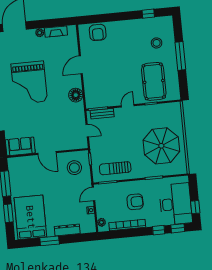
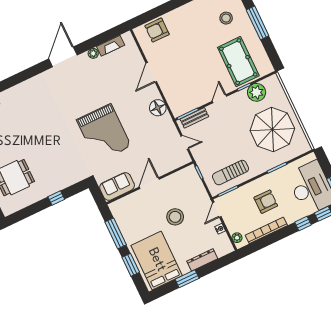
armchair: (98, 32) -> (157, 30), turned 90
grand piano: (29, 83) -> (104, 133), moved
plant: (159, 111) -> (257, 92), added
door: (47, 153) -> (149, 183), swing flipped
stool: (74, 168) -> (175, 217), moved

